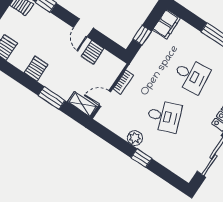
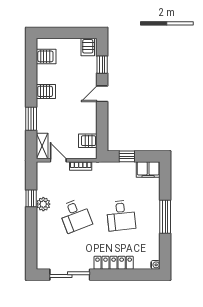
door: (83, 28) -> (102, 94), moved
server rack: (93, 52) -> (88, 141), moved
window: (141, 158) -> (31, 198), moved

